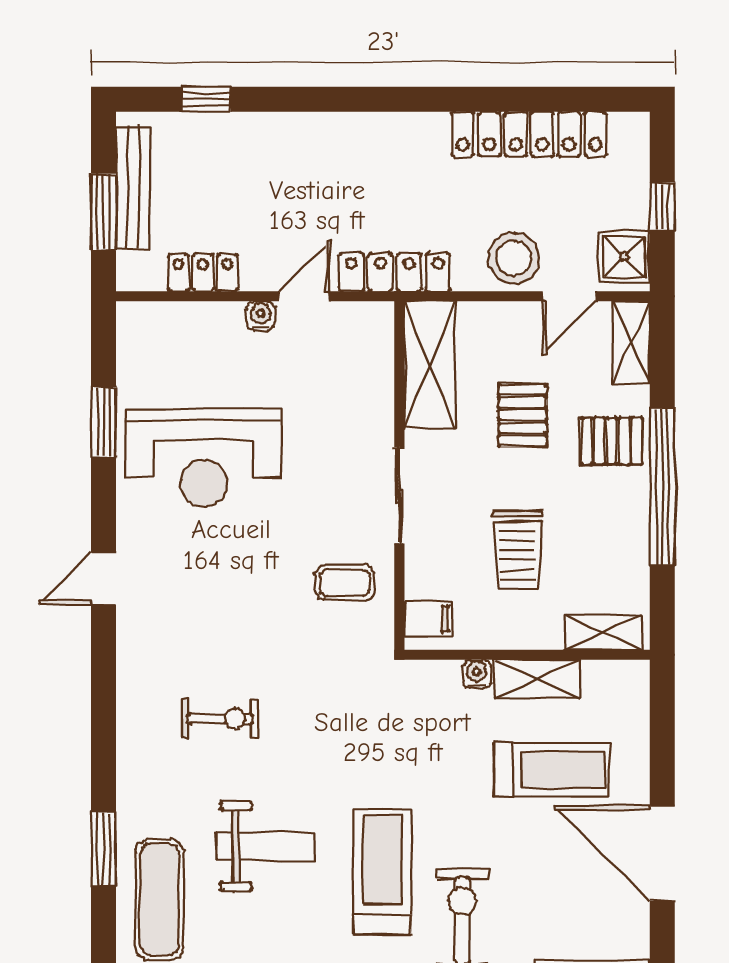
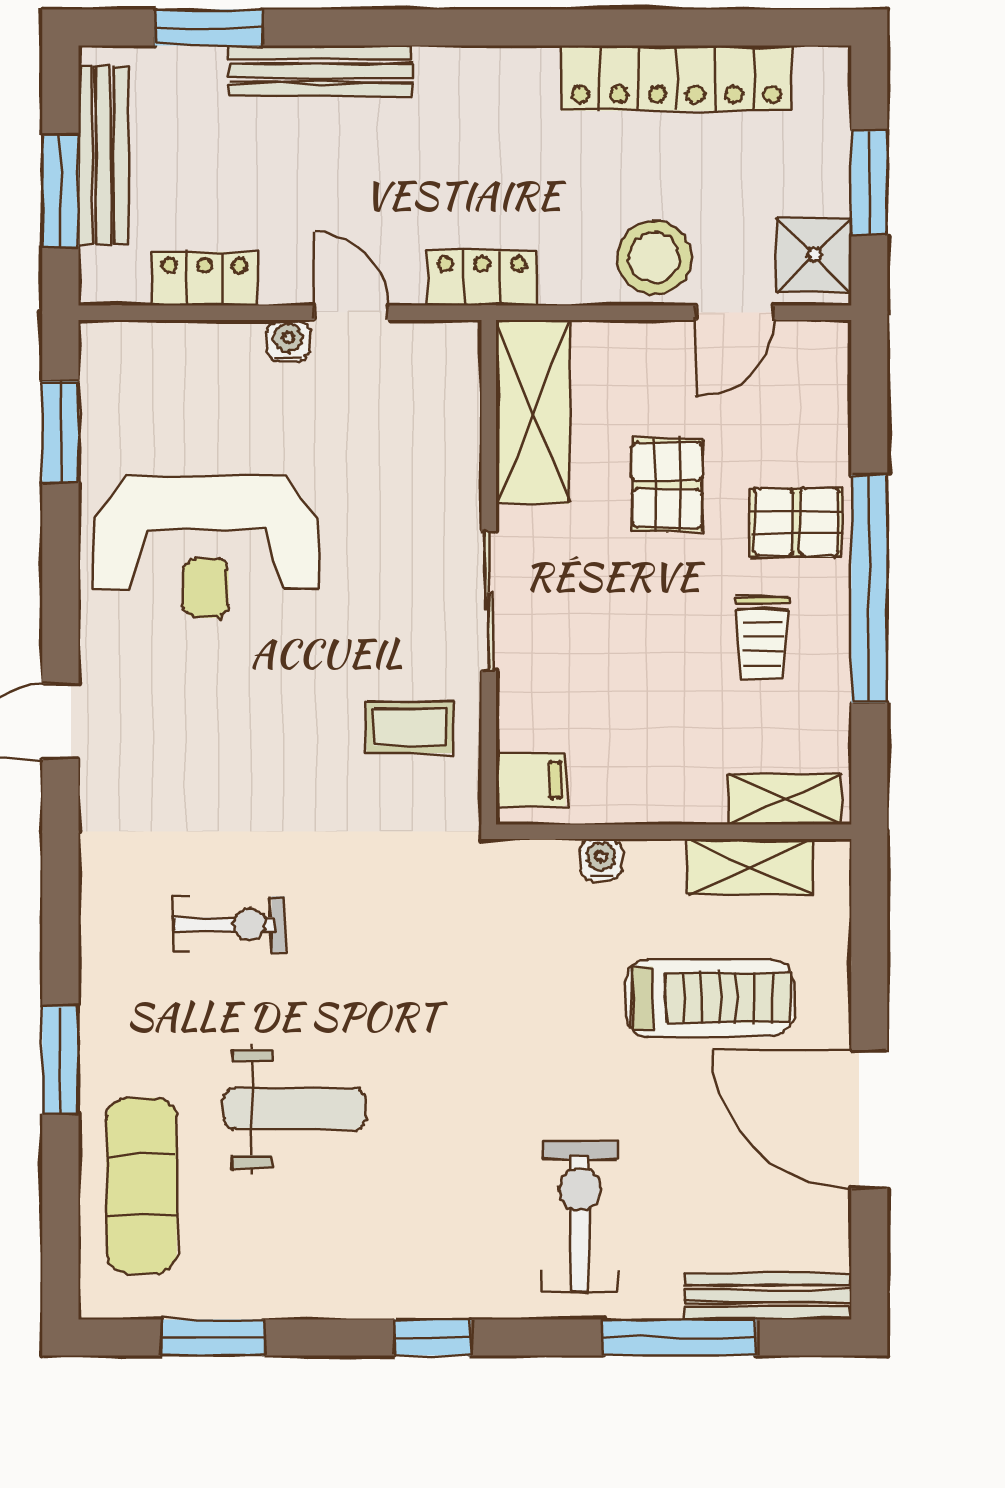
window: (206, 99) -> (209, 28), width x1.50
bench: (283, 129) -> (321, 71), added
window: (662, 207) -> (869, 183), width x1.50
locker: (395, 272) -> (482, 278), width x0.66
door: (304, 296) -> (351, 313), hinge flipped
shelving: (631, 342) -> (825, 380), removed
window: (103, 422) -> (60, 432), moved
trolley: (517, 550) -> (762, 638), moved, width x0.73, depth x0.72
shelving: (537, 679) -> (750, 867), moved
window: (103, 849) -> (60, 1060), moved
treadmill: (382, 872) -> (464, 1146), removed

